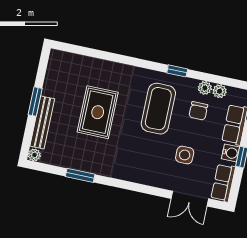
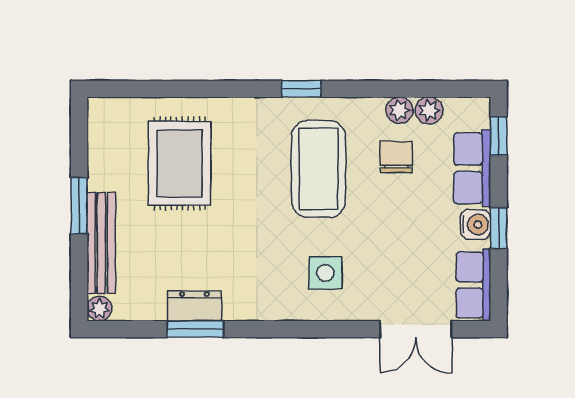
window: (177, 71) -> (301, 89), moved
chair: (198, 111) -> (396, 157), turned 180
rug: (98, 112) -> (179, 163), moved
side table: (185, 155) -> (325, 273), moved
dresser: (82, 164) -> (195, 306), added

